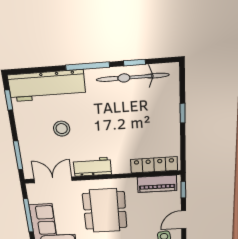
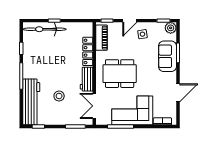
bicycle: (133, 77) -> (44, 29), moved, turned 90
locker: (154, 165) -> (88, 51), moved
door: (184, 220) -> (130, 21), hinge flipped

